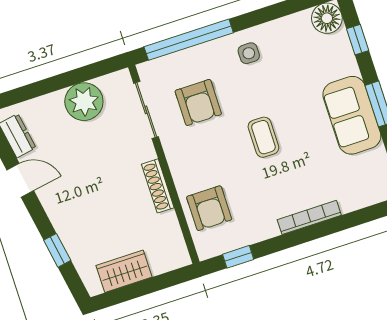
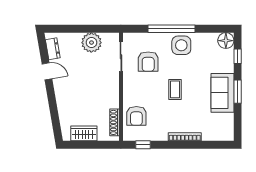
window: (189, 40) -> (172, 29), moved
side table: (249, 53) -> (181, 45), width x1.87, depth x1.87
shoe rack: (158, 186) -> (114, 122), moved
window: (57, 250) -> (54, 112), removed

